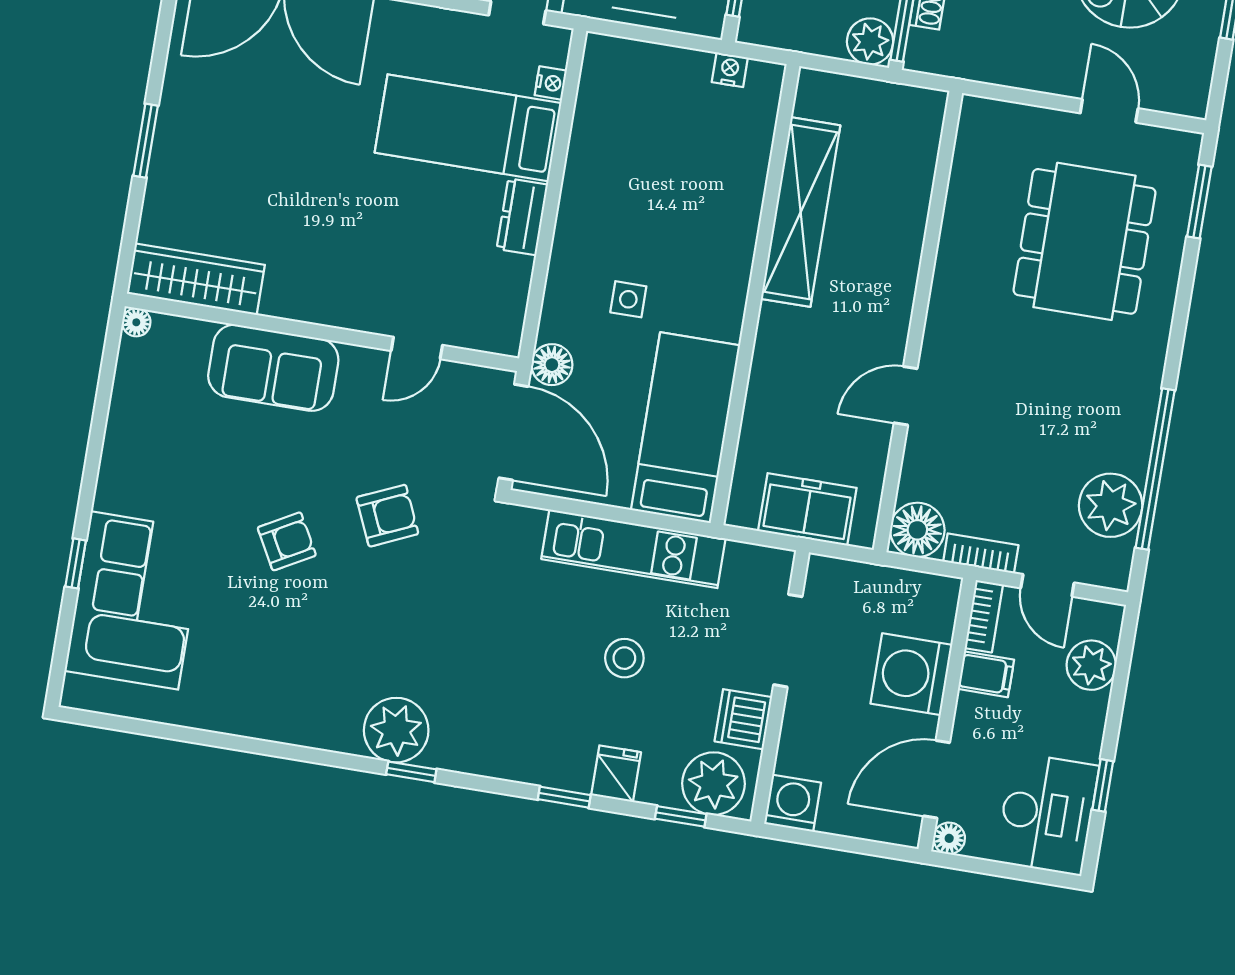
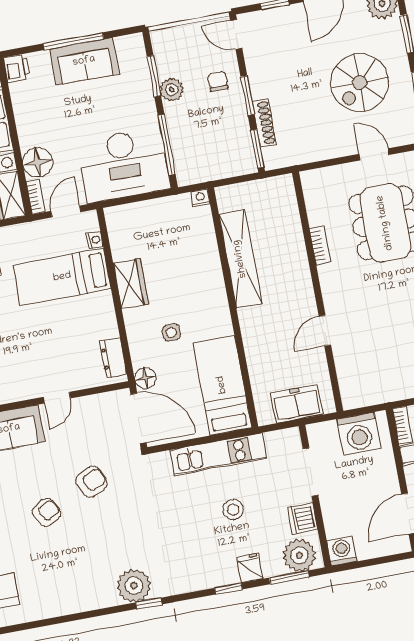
plant: (870, 41) -> (244, 163), removed
nightstand: (730, 70) -> (200, 198), moved
wardrobe: (587, 185) -> (131, 284), added
dresser: (522, 217) -> (113, 358), moved
door: (417, 348) -> (57, 398), moved
floor lamp: (917, 530) -> (354, 394), removed
bookcase: (981, 553) -> (320, 245), moved, turned 90
washing machine: (911, 674) -> (359, 434), moved, turned -90
window: (681, 816) -> (289, 577), width x1.50

